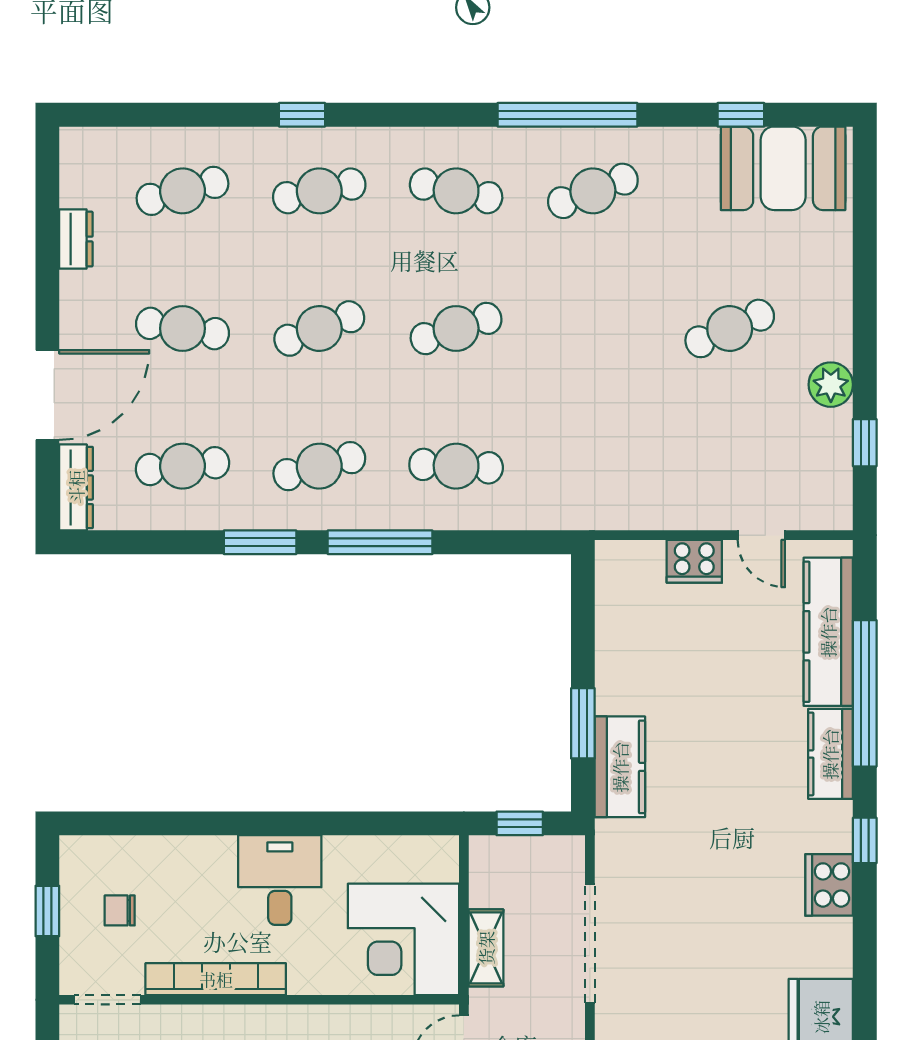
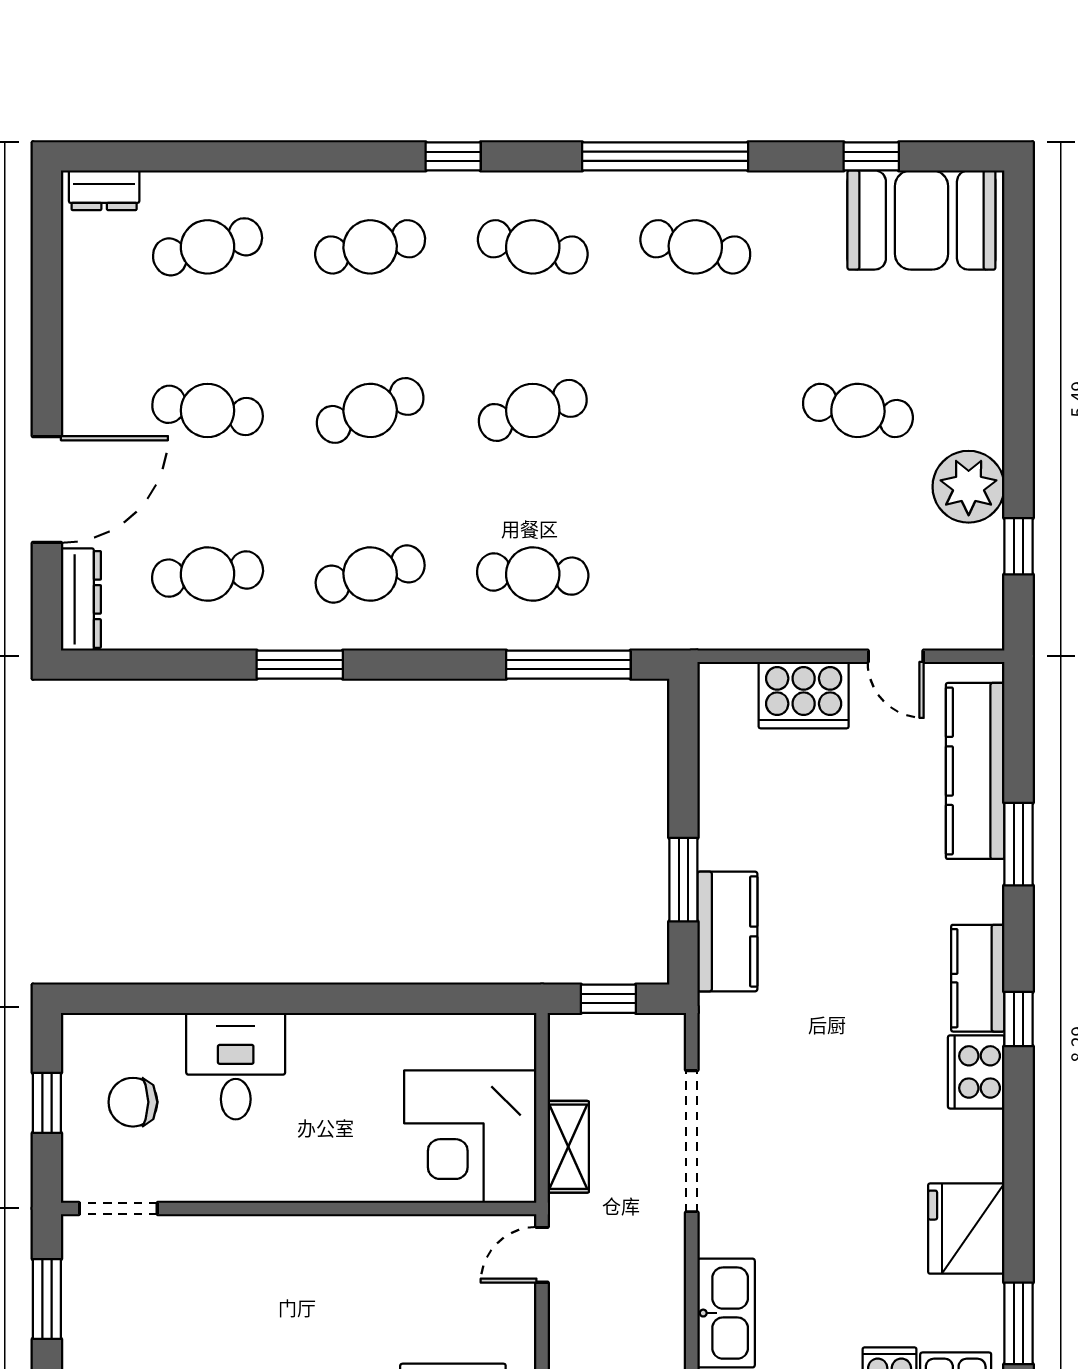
window: (302, 115) -> (453, 156), moved
cafe table: (593, 191) -> (695, 247), turned 33
dresser: (76, 239) -> (104, 190), moved, turned 90
cafe table: (730, 328) -> (858, 410), turned 36
plant: (831, 385) -> (969, 487), width x1.36, depth x1.36
window: (380, 542) -> (568, 665), moved
cooker: (694, 561) -> (804, 695), width x1.37, depth x1.31
window: (865, 693) -> (1019, 844), width x0.47
kitchen counter: (830, 754) -> (978, 978), moved
desk: (280, 880) -> (236, 1066), moved
chair: (120, 910) -> (133, 1102), width x1.37, depth x1.37
bookcase: (216, 979) -> (247, 1184), removed

